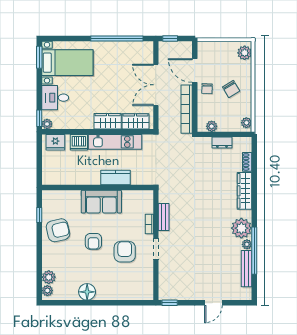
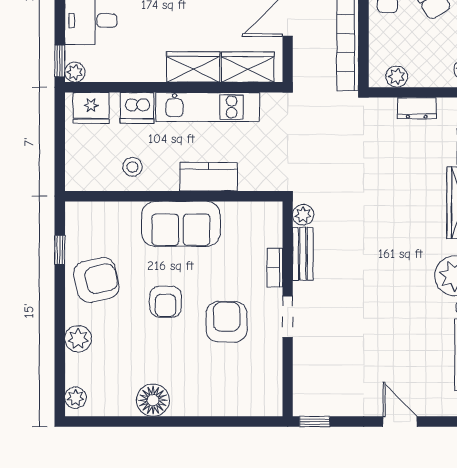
stool: (77, 172) -> (132, 167), added
plant: (164, 197) -> (303, 215), added
plant: (49, 277) -> (78, 339), moved
door: (213, 303) -> (400, 422), swing flipped

